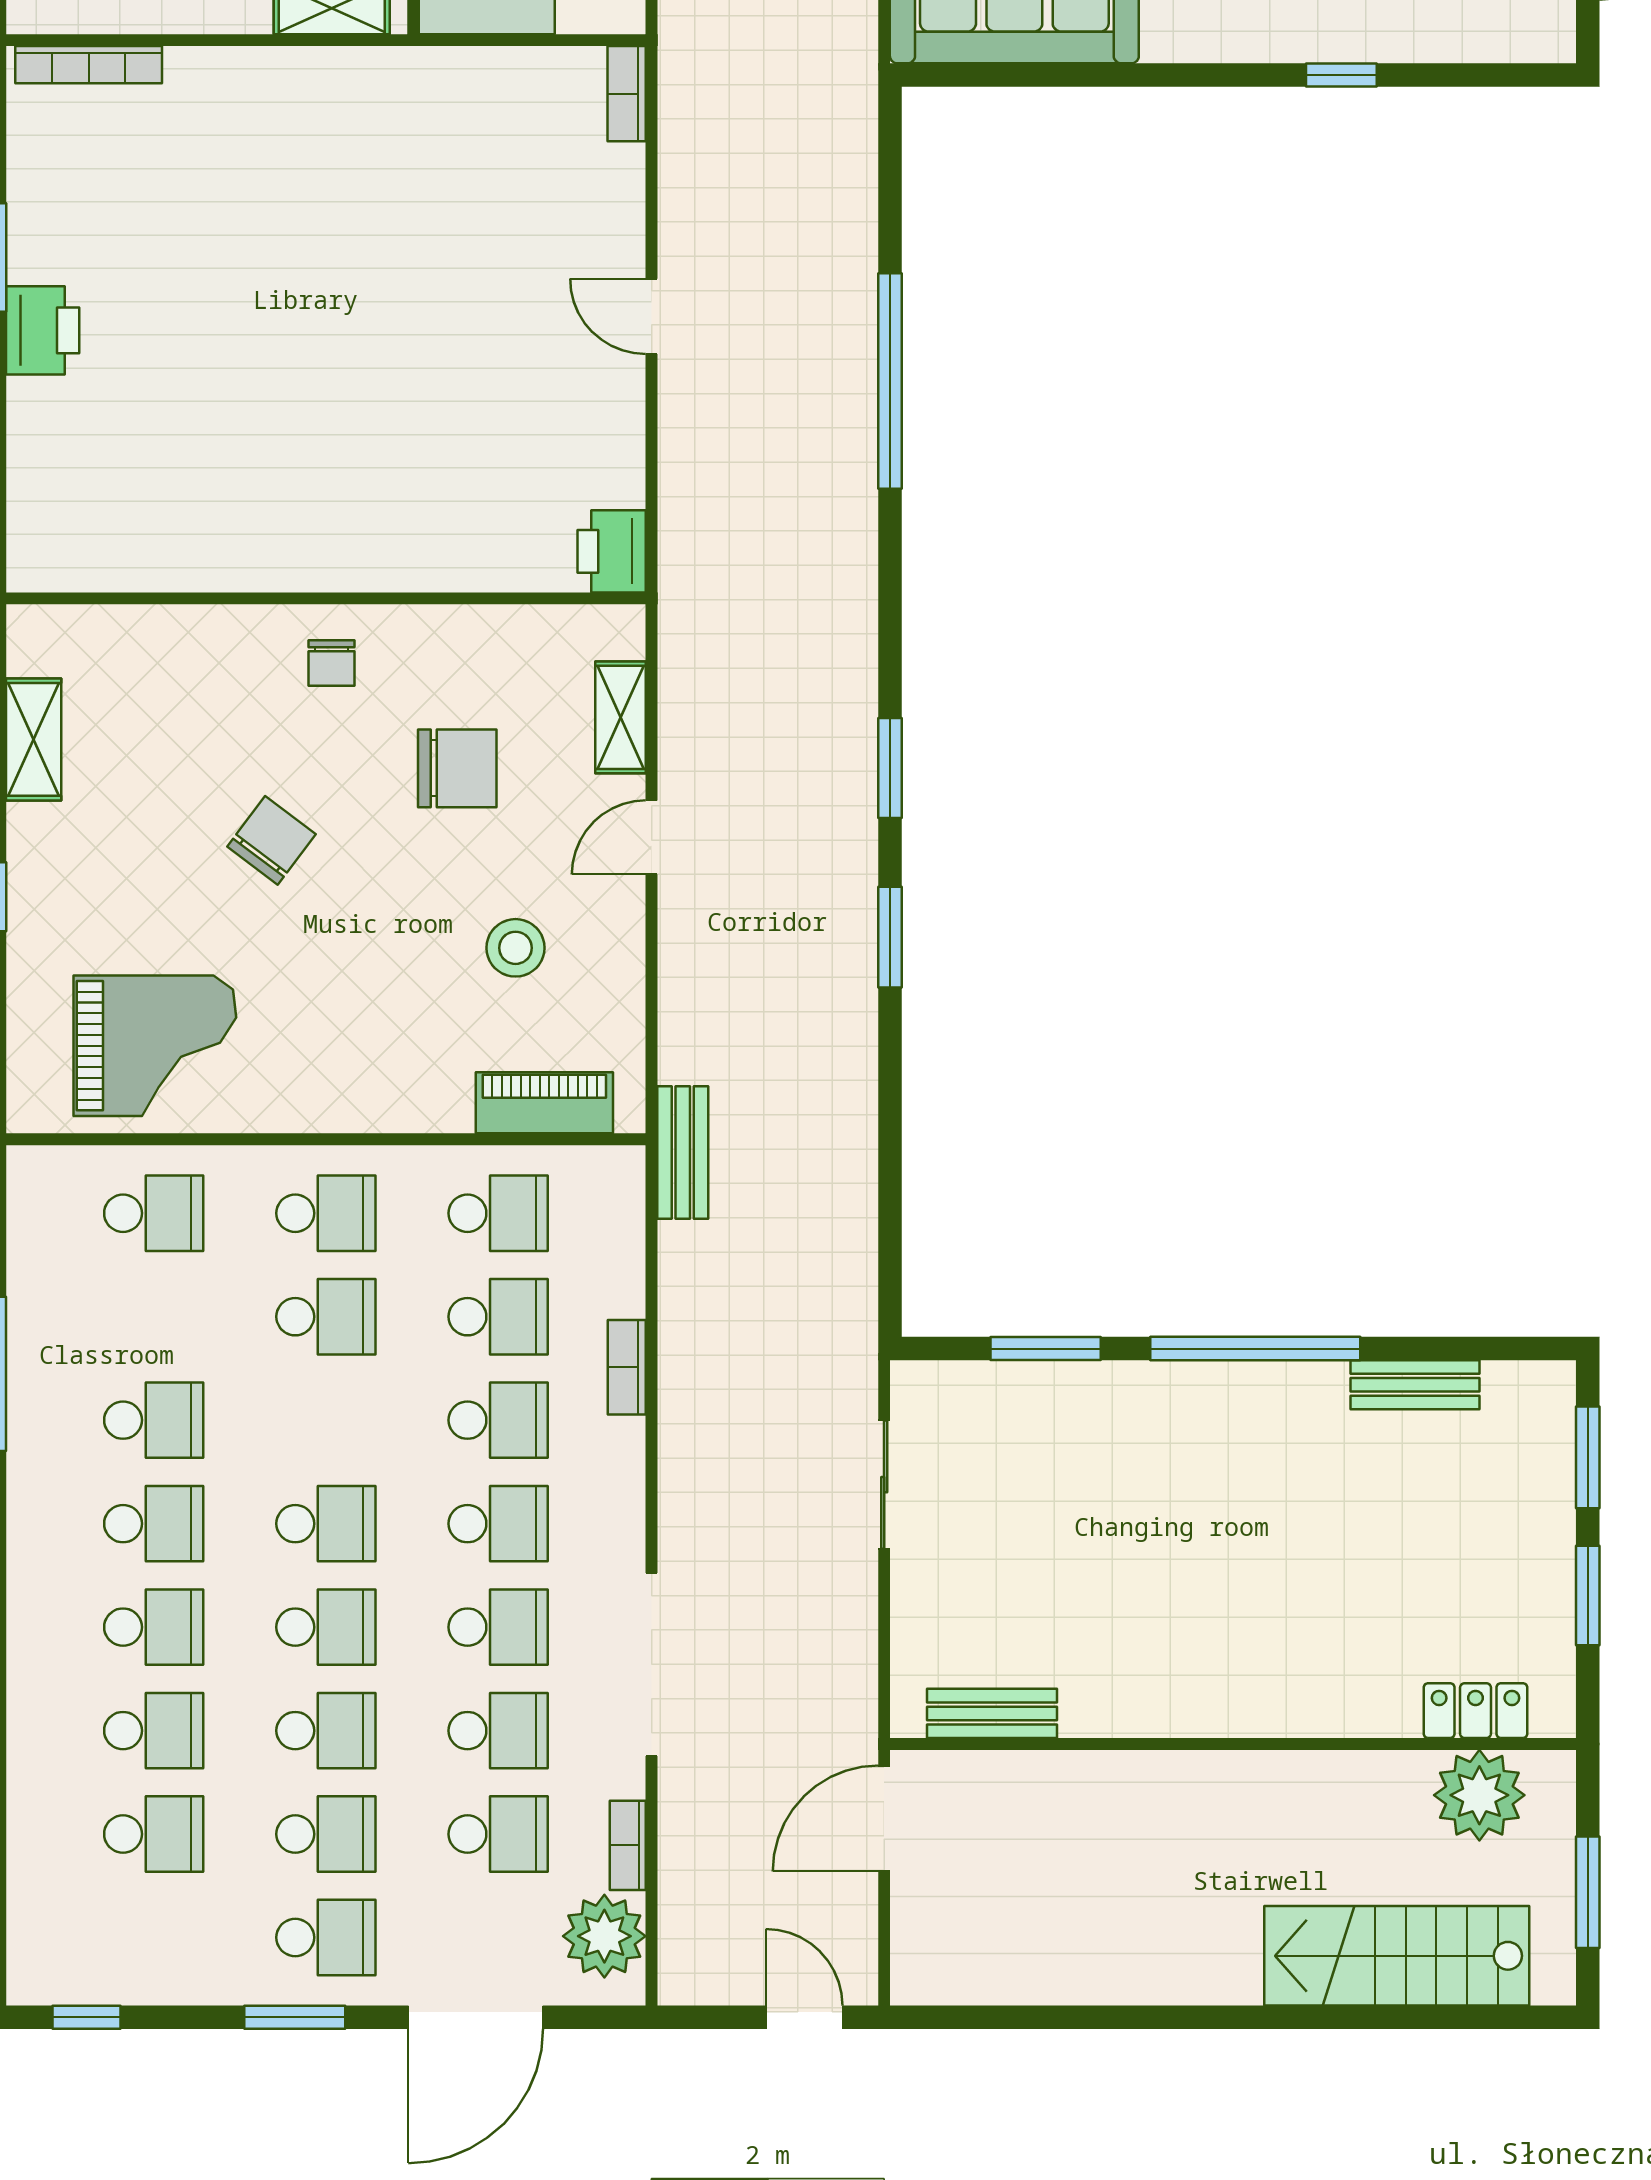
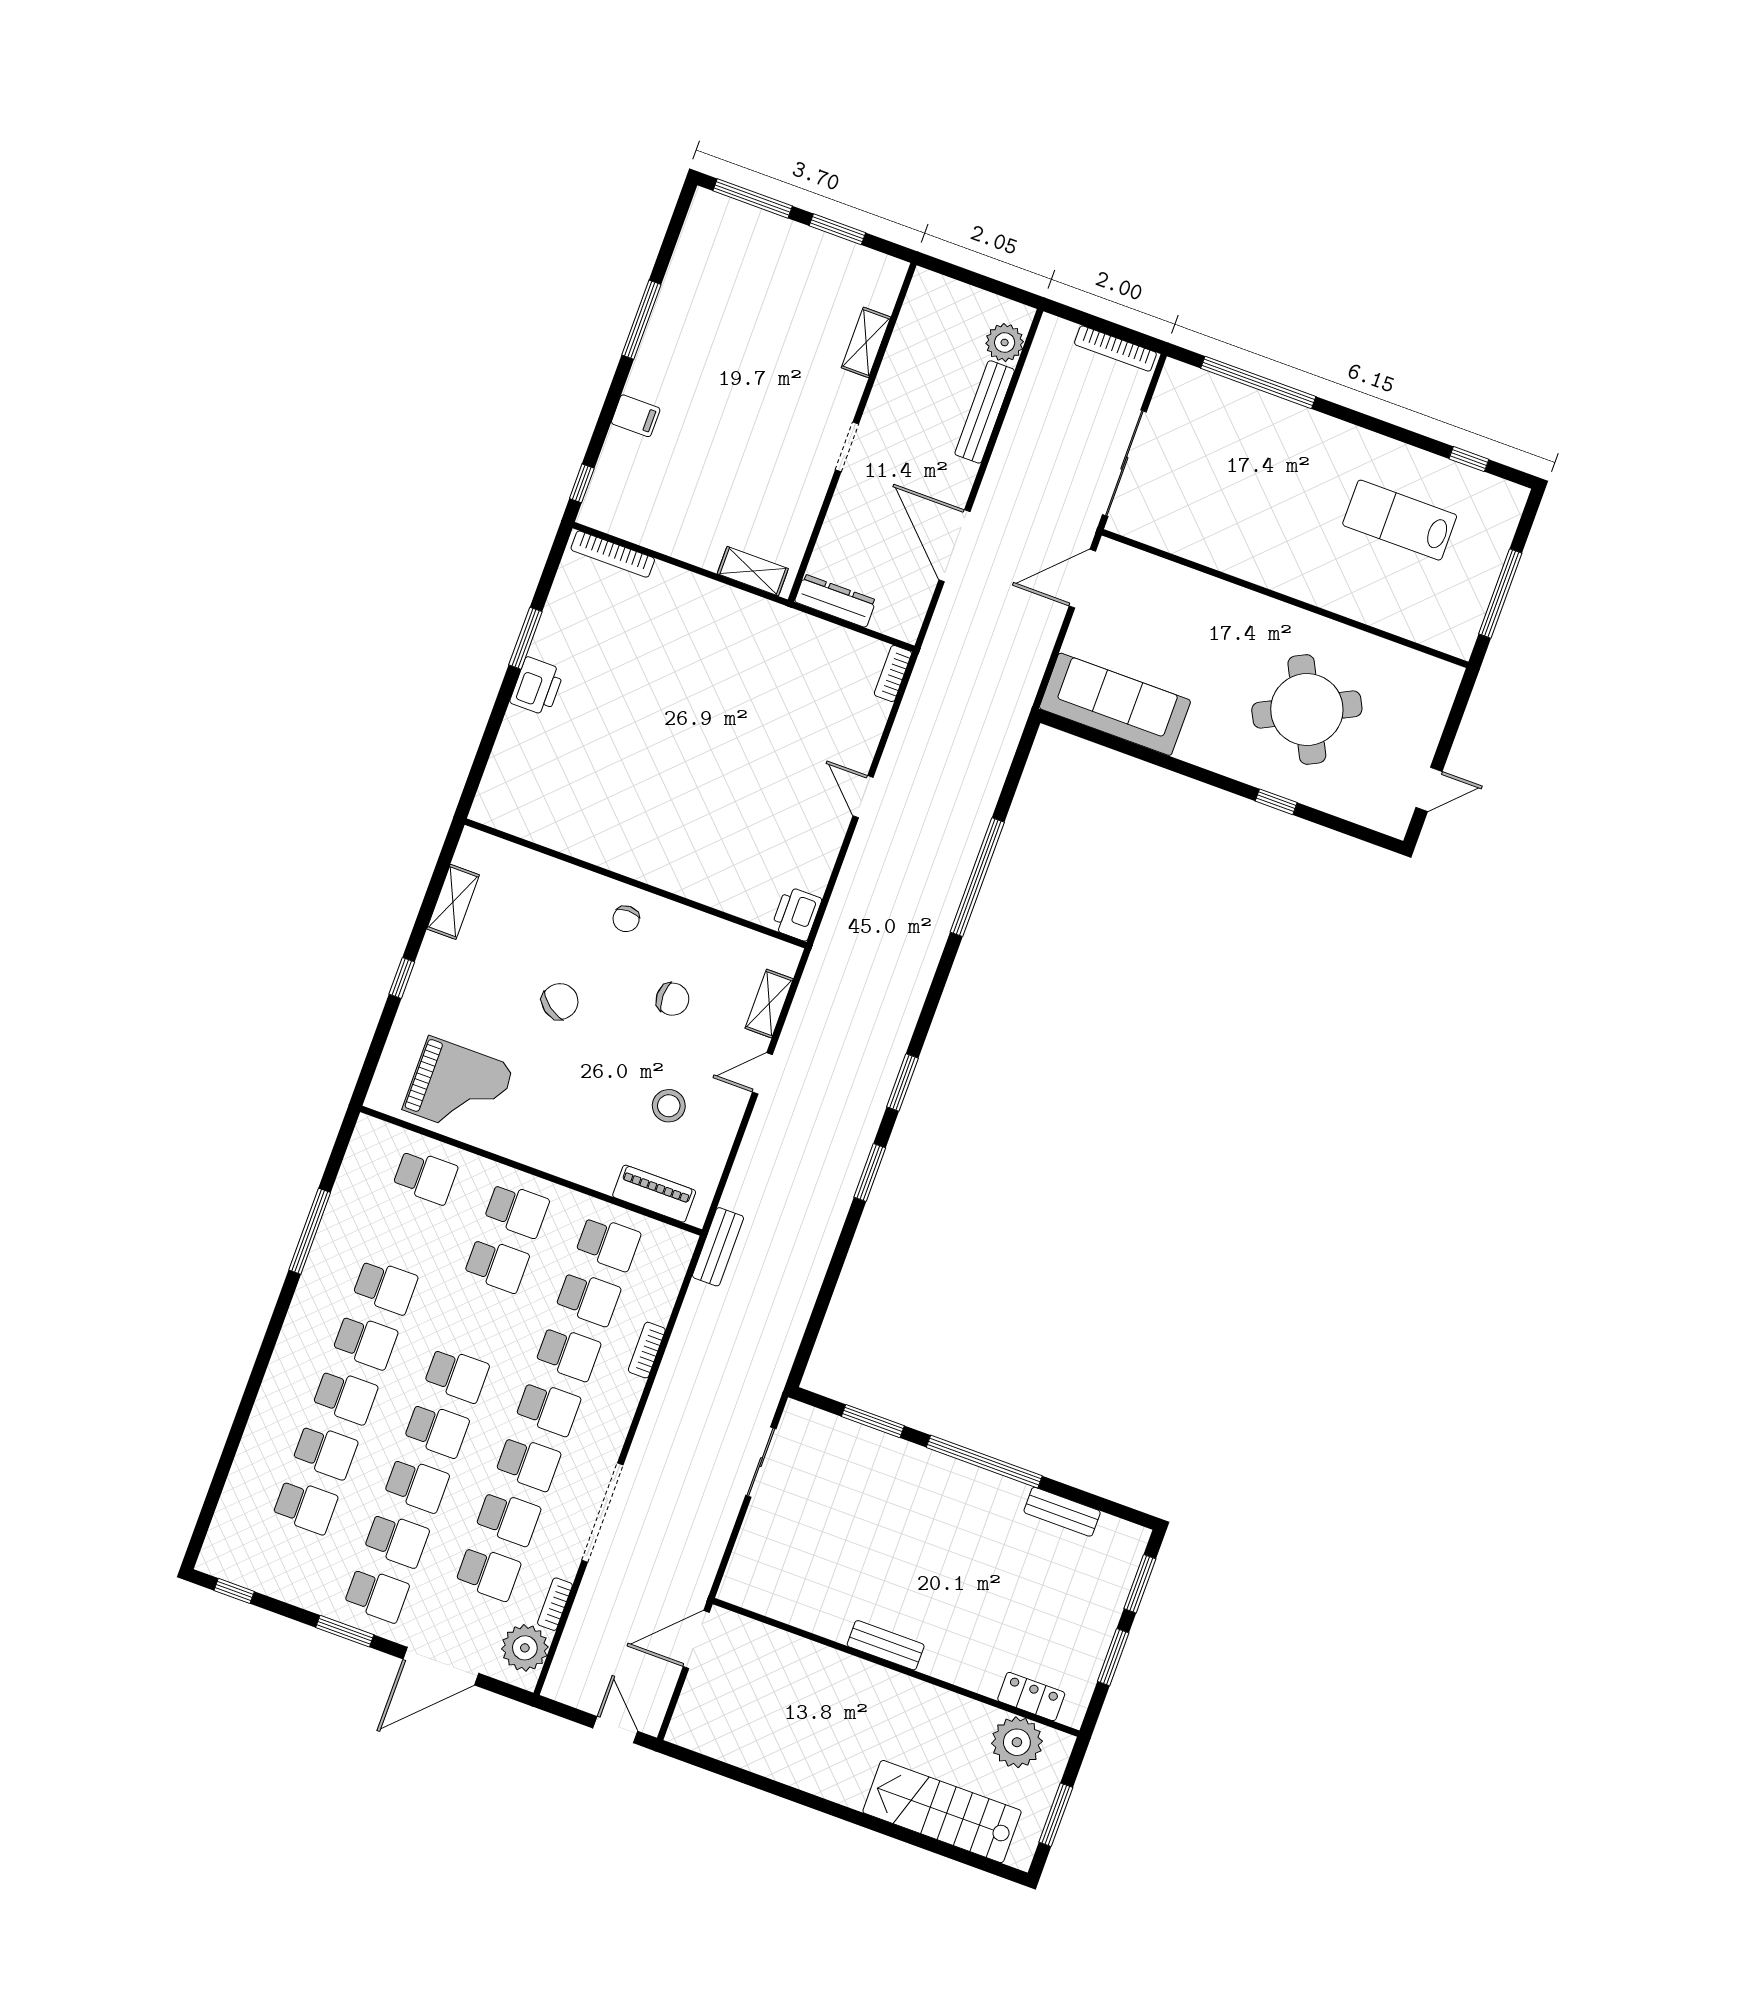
chair: (457, 768) -> (673, 999), width x0.73, depth x0.73
bench: (992, 1713) -> (886, 1645), moved

